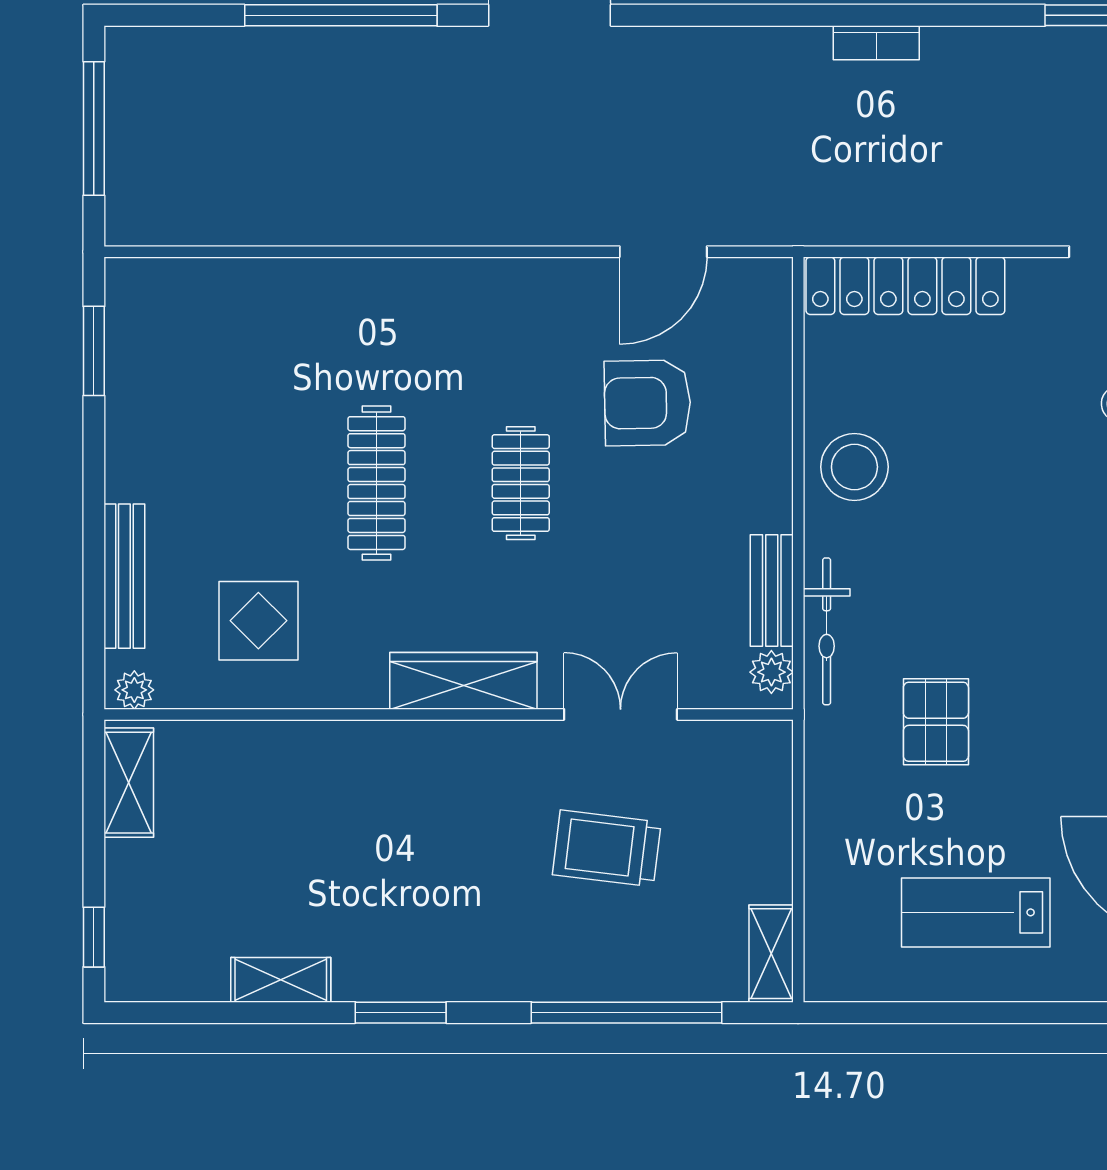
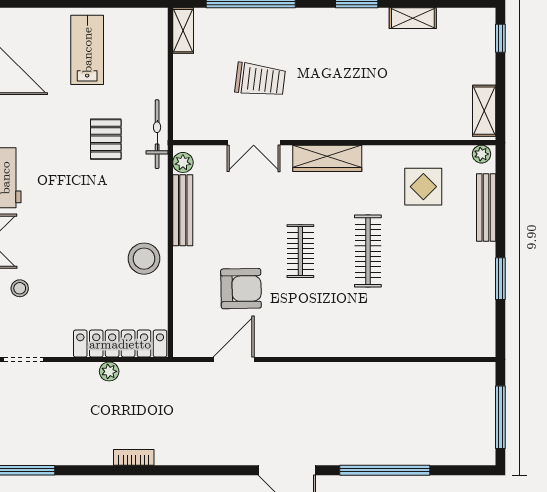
plant: (929, 226) -> (109, 371), added
window: (94, 351) -> (500, 279), moved
bench: (772, 591) -> (183, 210), width x1.36
bicycle: (827, 631) -> (157, 134), moved
lab bench: (976, 912) -> (87, 50), turned -90

